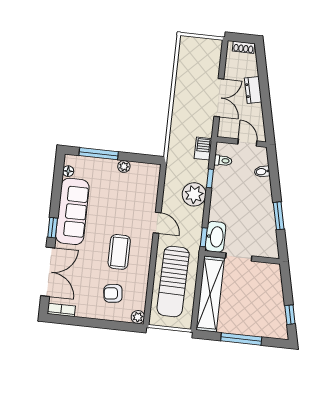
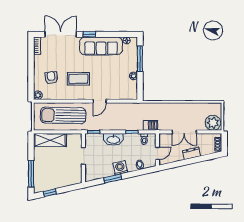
plant: (194, 194) -> (213, 123), moved
washing machine: (263, 202) -> (120, 168), added
washbasin: (215, 237) -> (113, 139), moved
double door: (48, 272) -> (61, 34), swing flipped
shelving: (210, 294) -> (50, 140), width x0.68
window: (241, 339) -> (31, 174), moved

